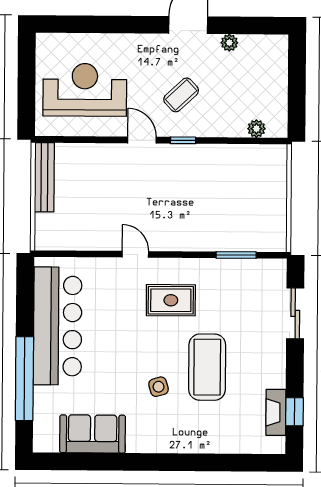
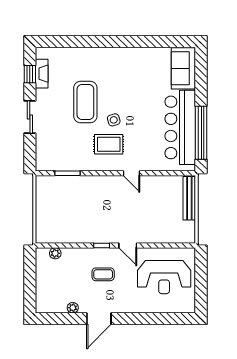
coffee table: (181, 95) -> (103, 274), turned 43
bench: (44, 177) -> (189, 198), moved
sliding door: (295, 313) -> (30, 117), moved
window: (24, 379) -> (201, 133), moved
side table: (159, 387) -> (114, 120), moved
sofa: (93, 434) -> (183, 68), moved, turned 90

